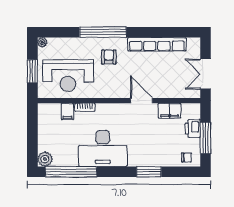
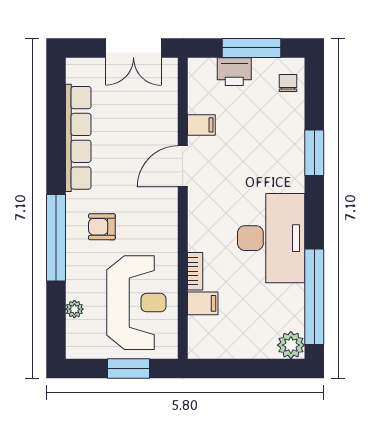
plant: (42, 42) -> (74, 309), moved
filing cabinet: (170, 111) -> (201, 125), width x0.50

